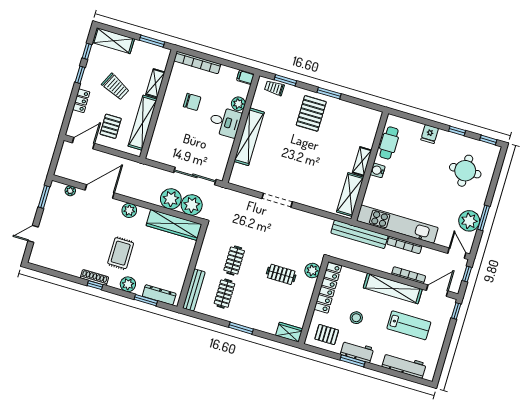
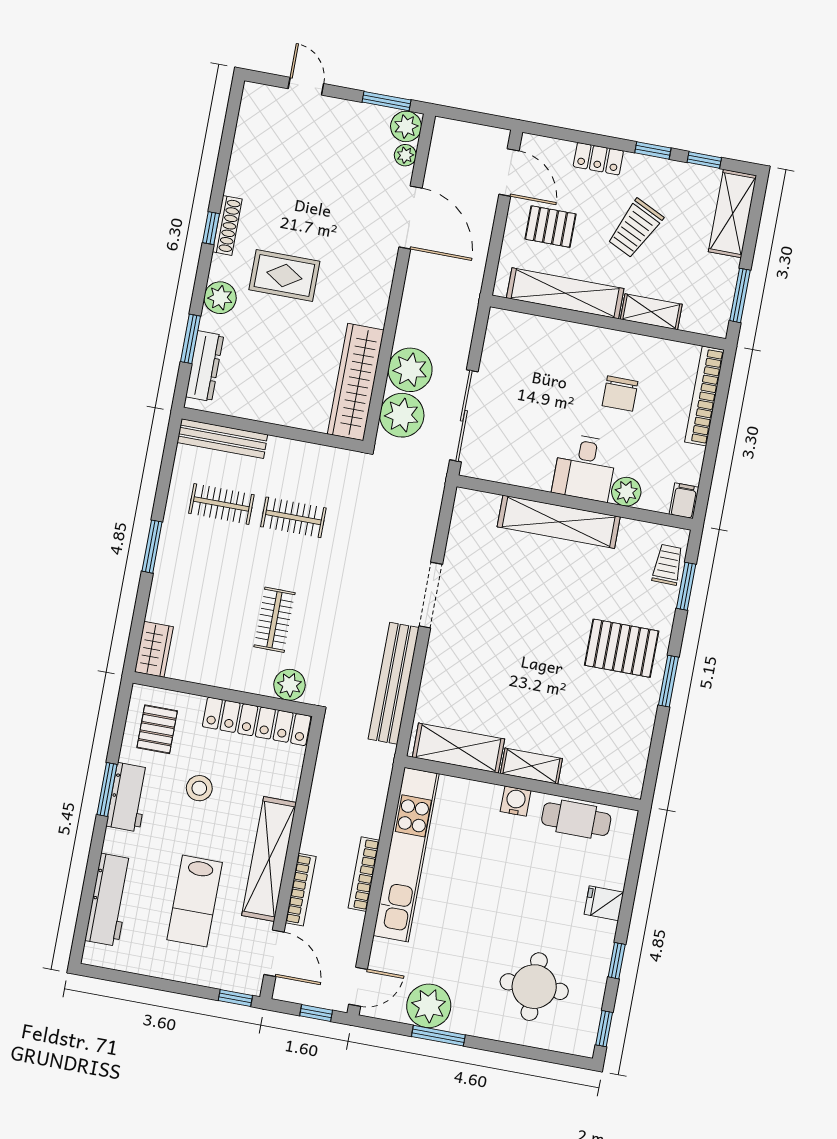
plant: (129, 210) -> (406, 126), moved
bench: (359, 234) -> (394, 683), moved

